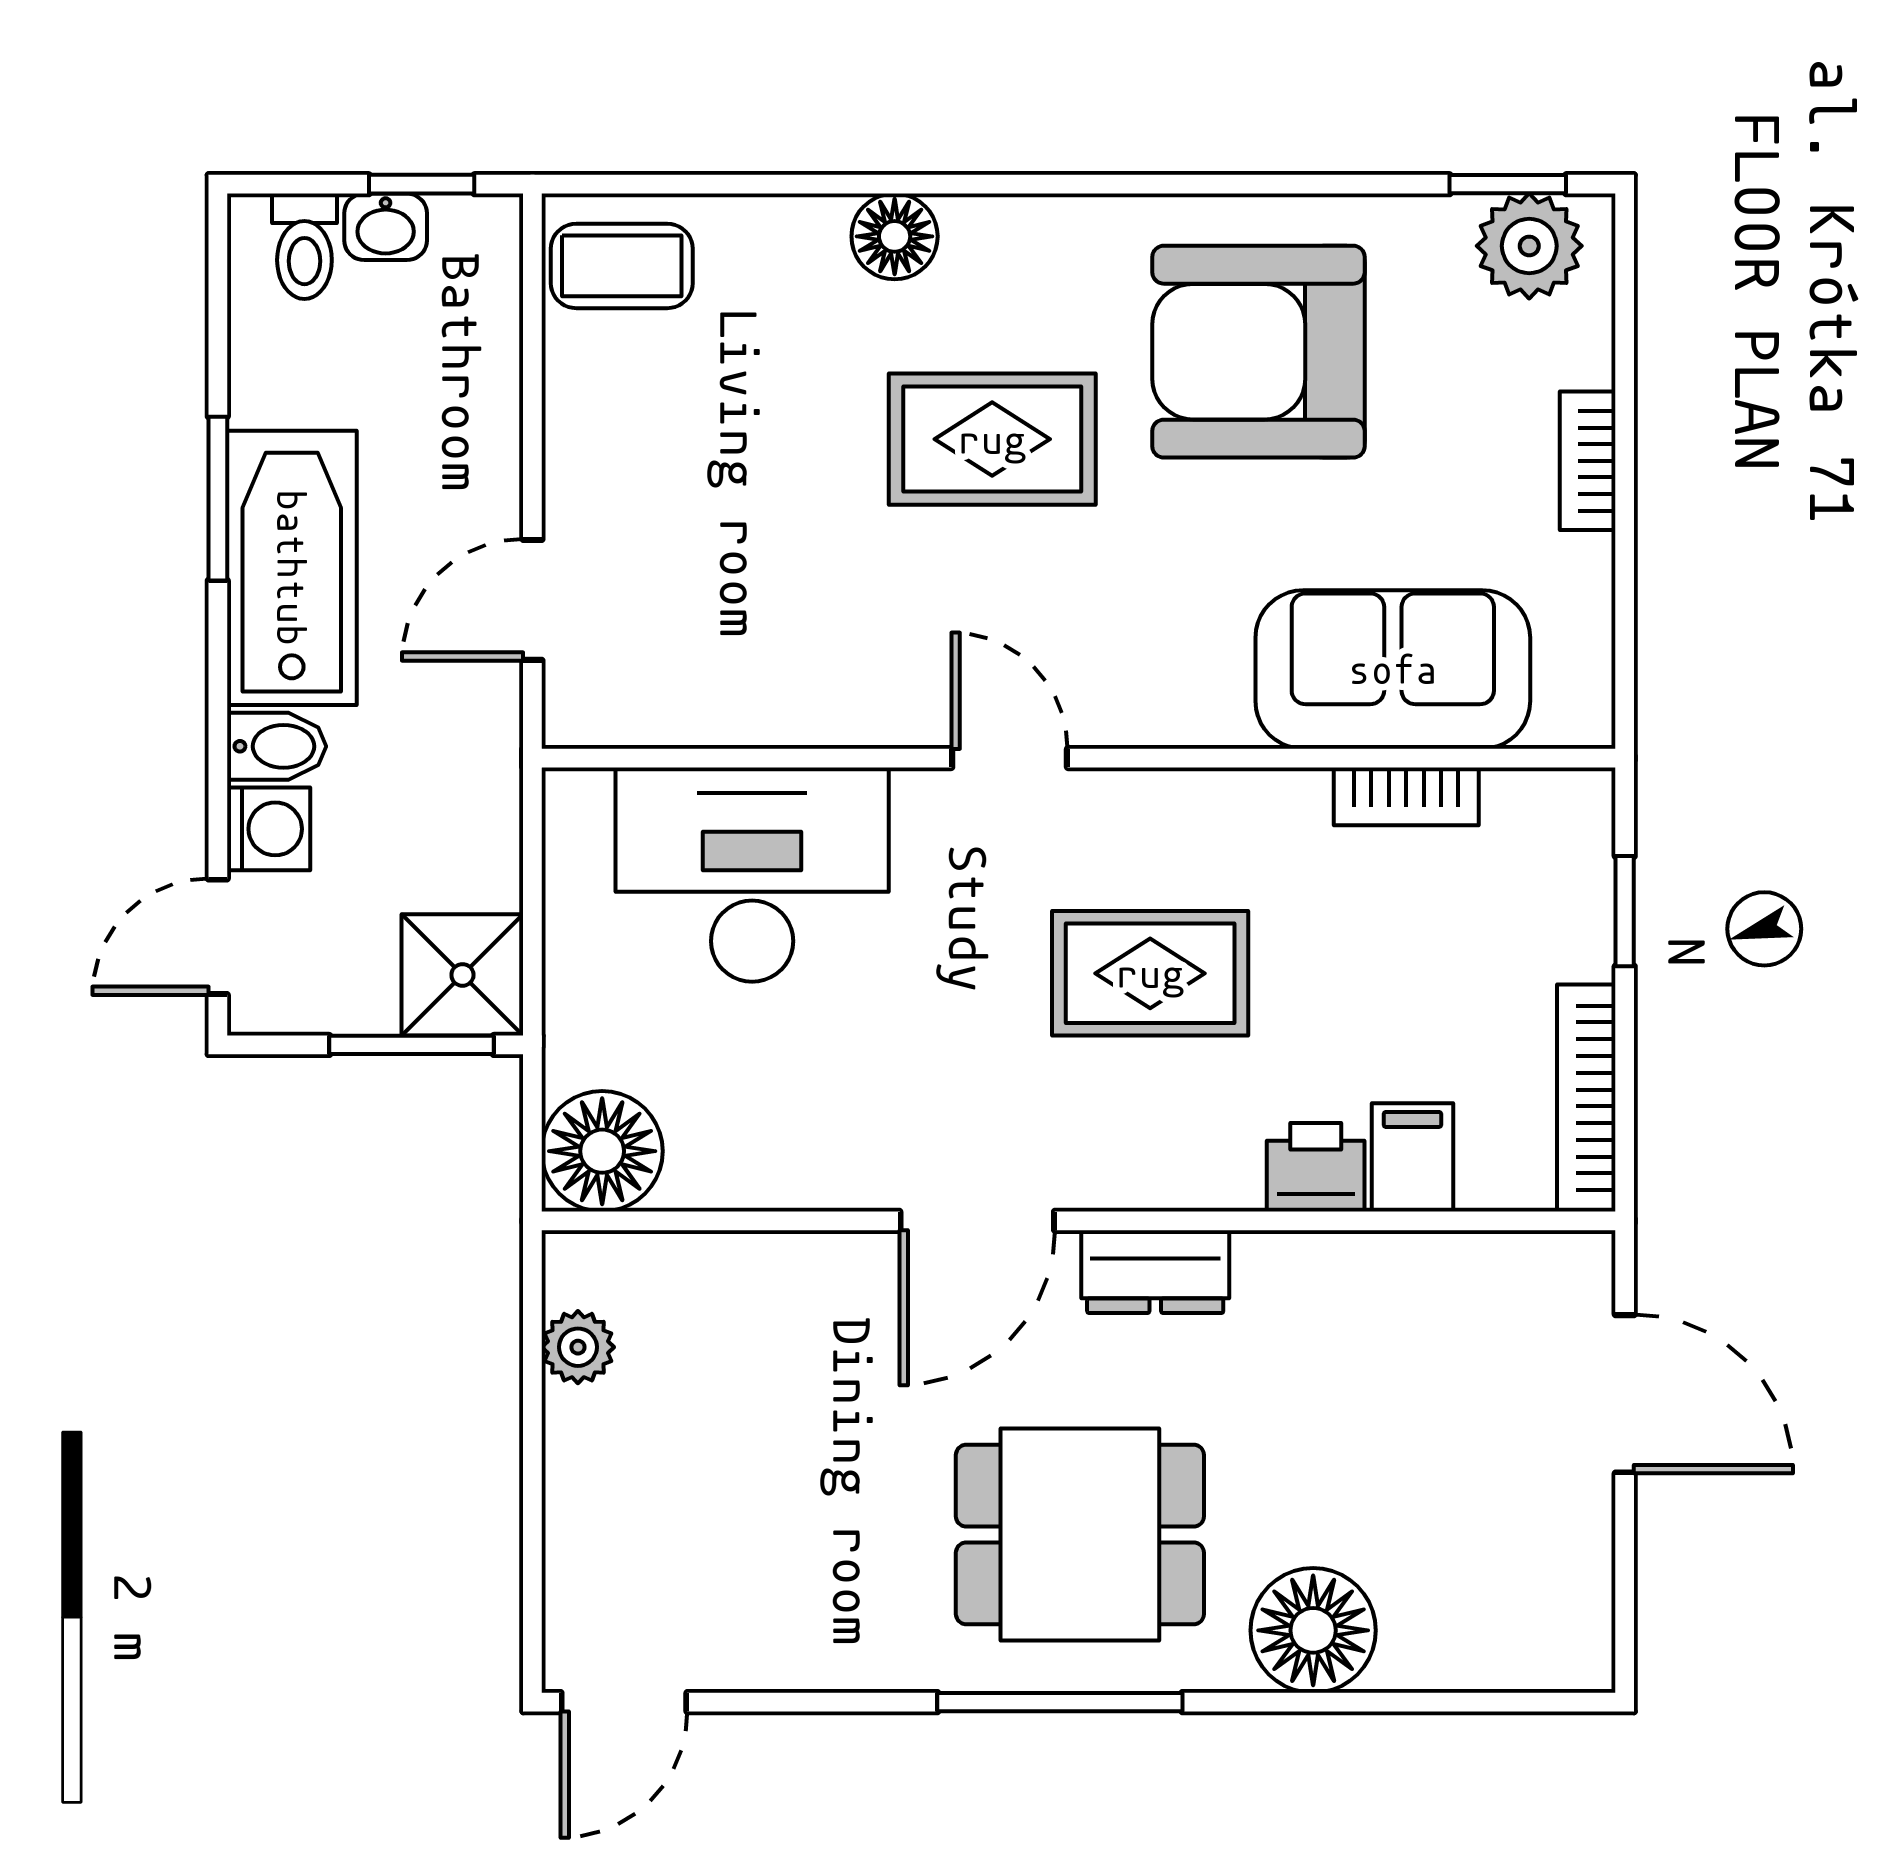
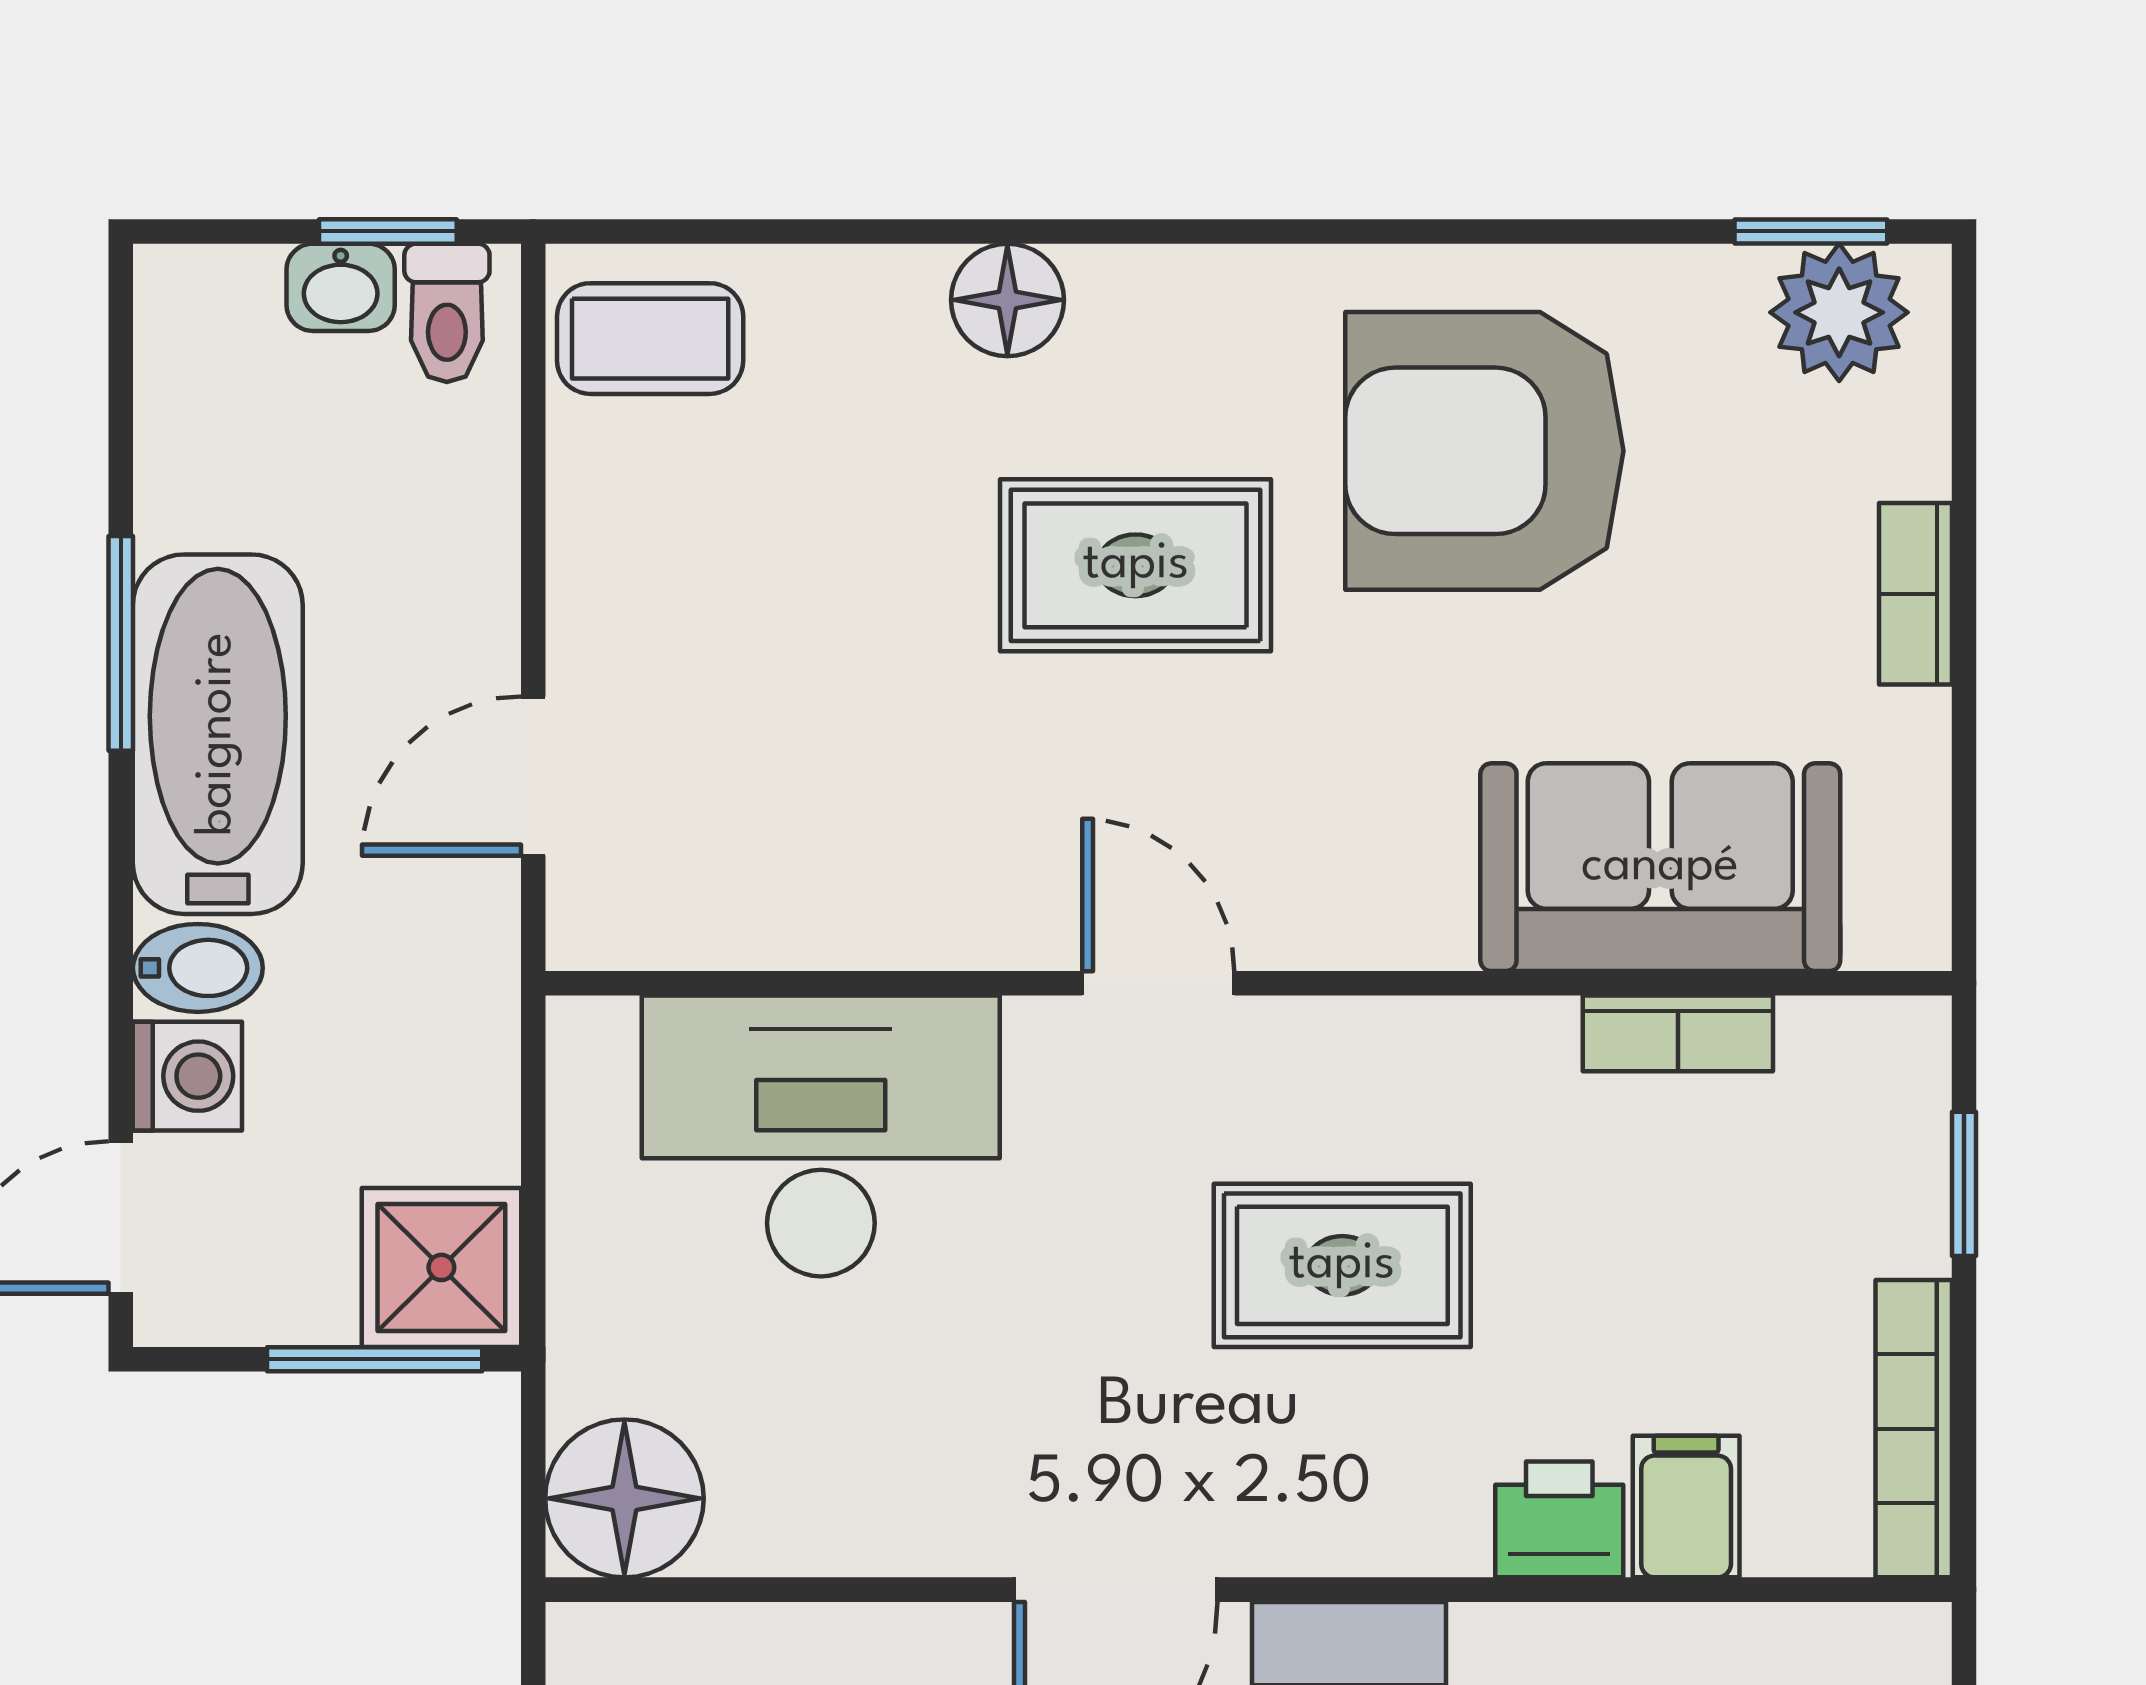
toilet: (304, 246) -> (447, 313), moved

